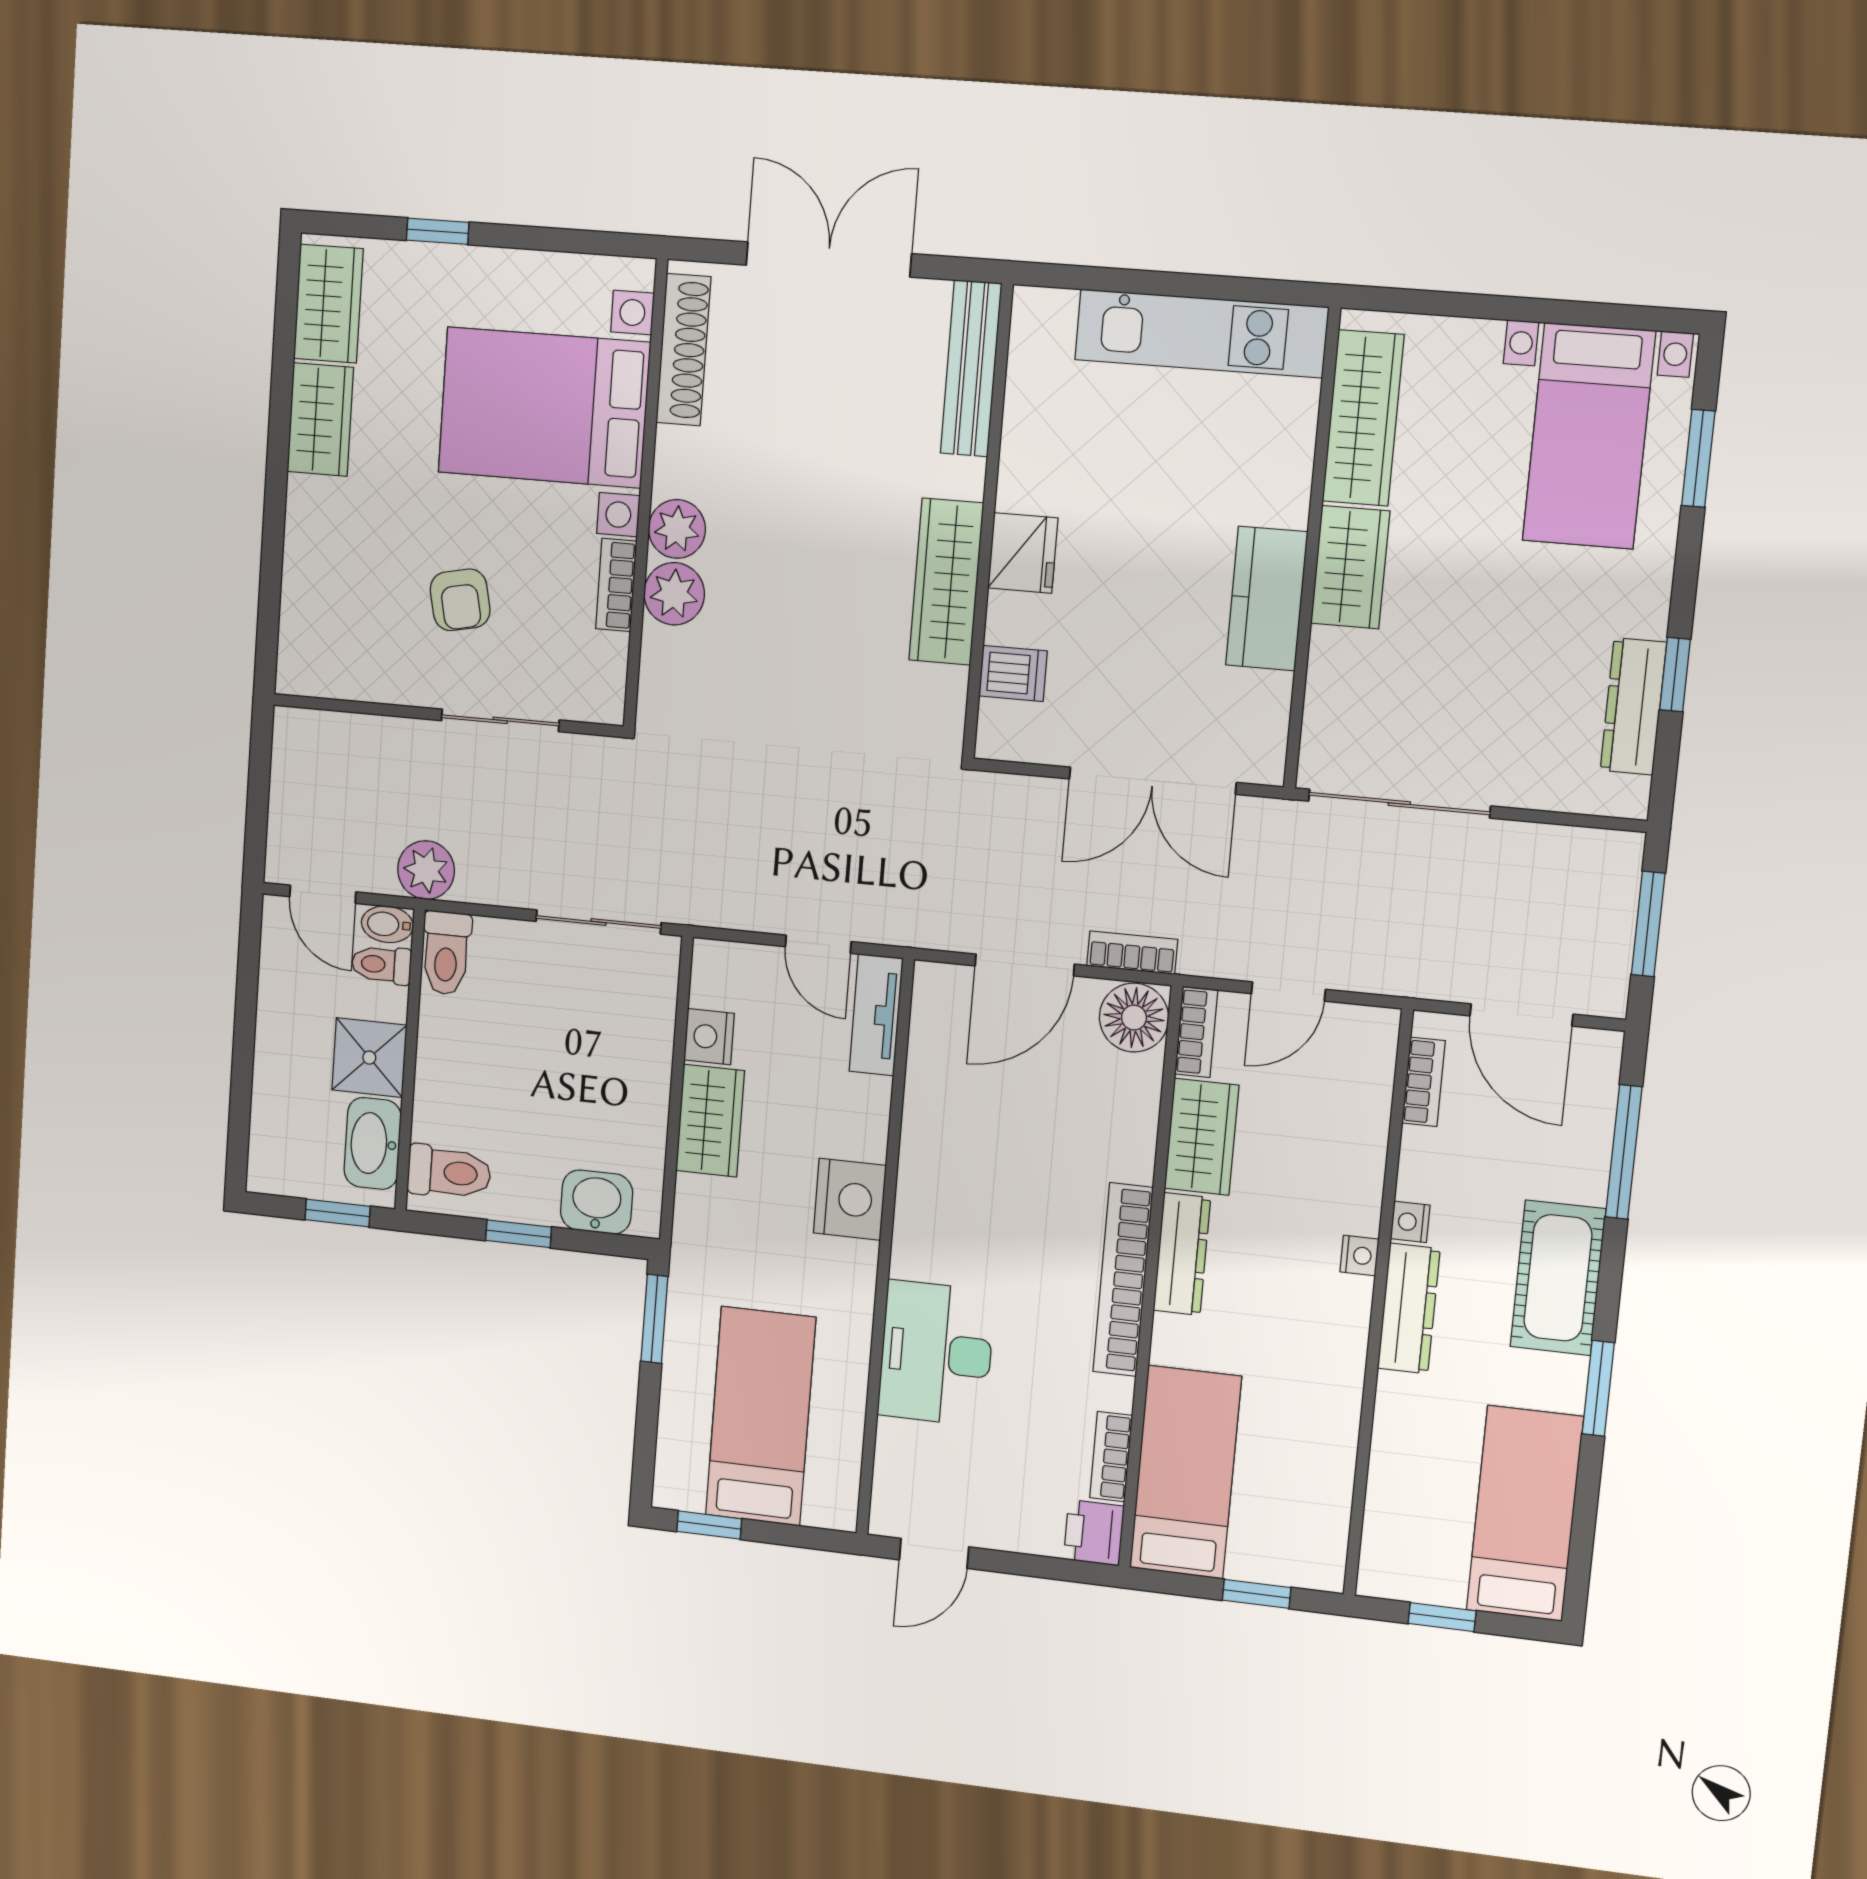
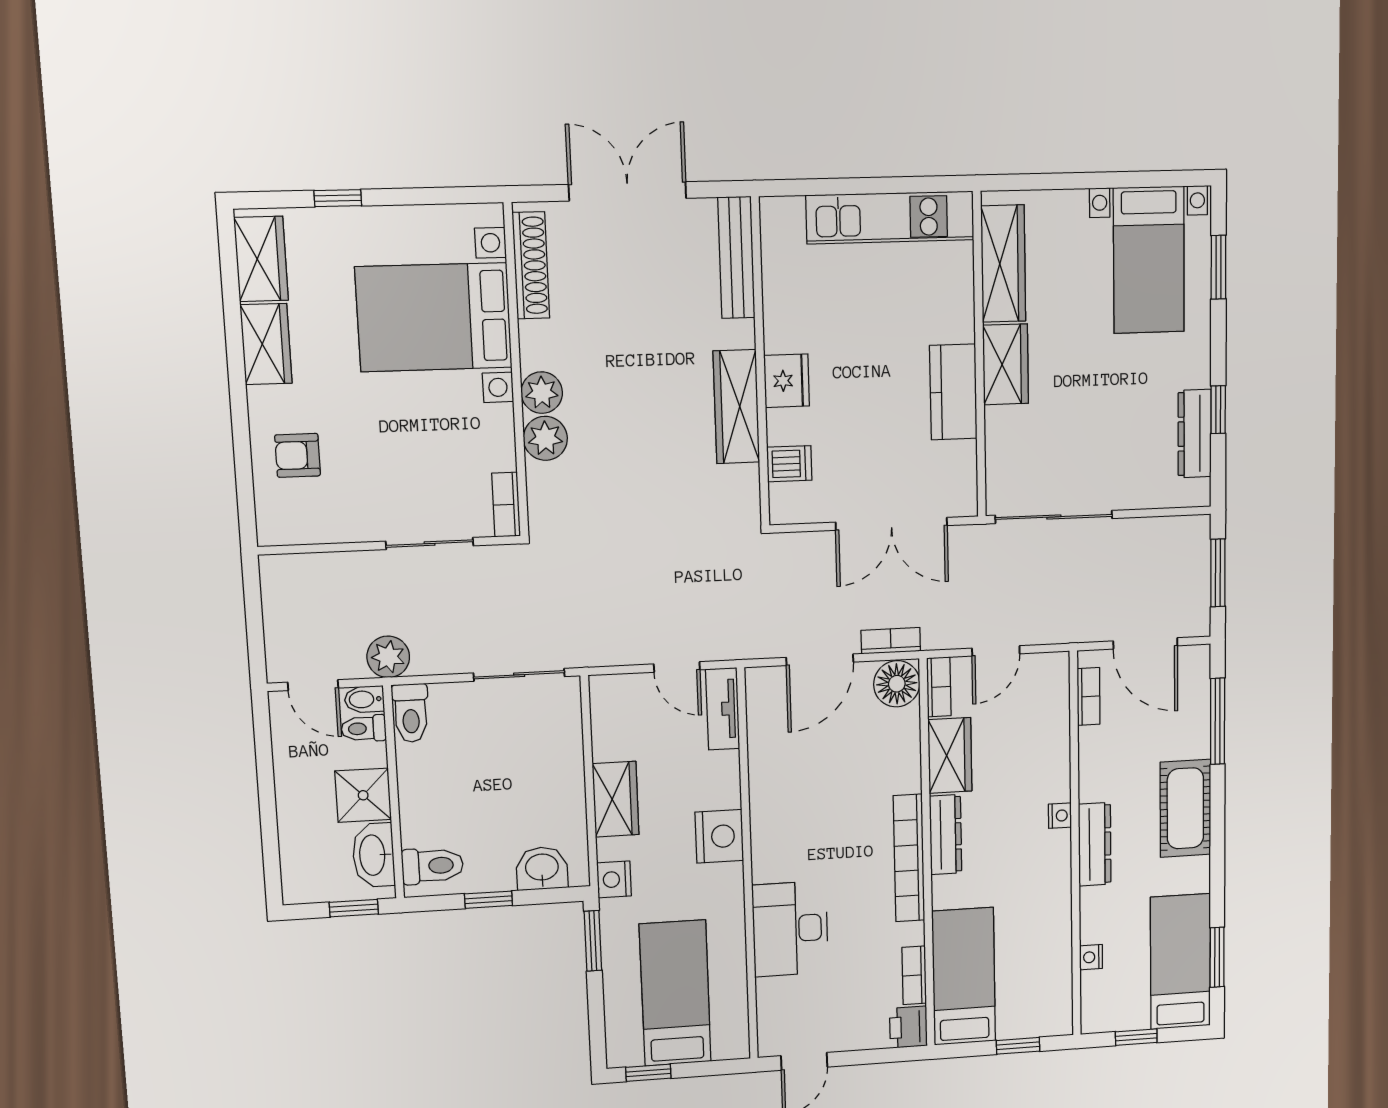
bookcase: (616, 585) -> (506, 505), moved
armchair: (460, 600) -> (298, 455), moved, turned 102
nightstand: (709, 1037) -> (614, 879), moved
nightstand: (1410, 1222) -> (1091, 957), moved
window: (1598, 1388) -> (1217, 957), moved

